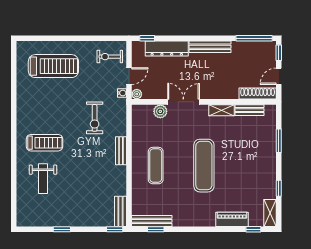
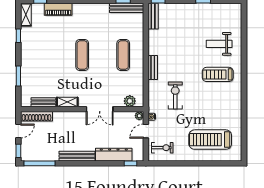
plant: (160, 111) -> (130, 101), moved
exercise mat: (204, 166) -> (82, 55), width x0.73, depth x0.69
weight bench: (43, 179) -> (219, 44), turned -90

